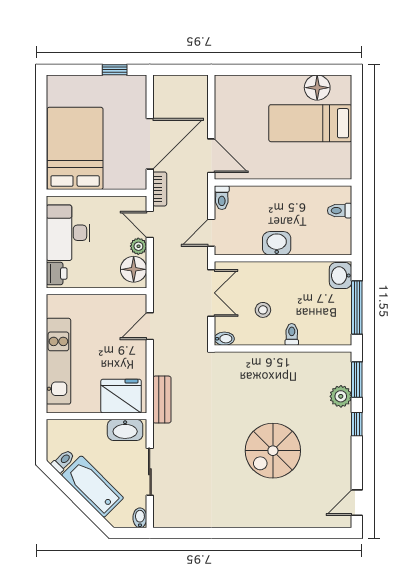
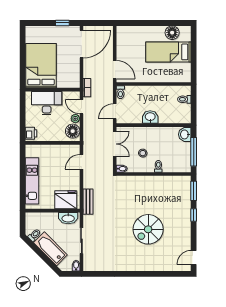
door: (150, 144) -> (81, 44), moved
desk: (68, 233) -> (47, 103), moved, turned 90
plant: (341, 396) -> (185, 200), removed

